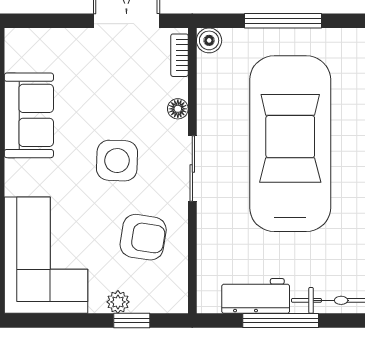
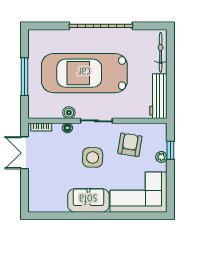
boiler: (209, 40) -> (69, 113), moved
sofa: (29, 115) -> (88, 200), moved
workbench: (256, 296) -> (158, 96), width x1.38
window: (281, 320) -> (170, 78), removed

